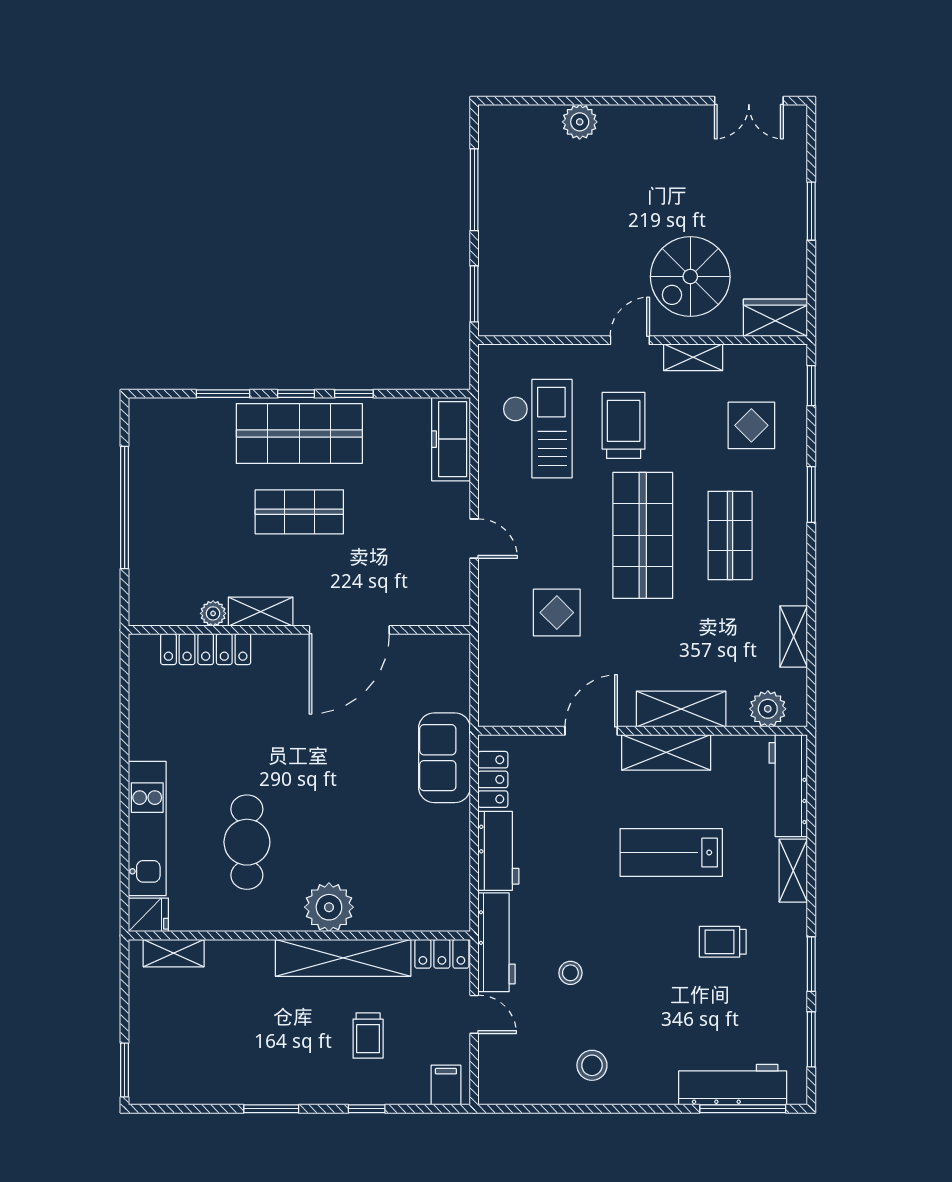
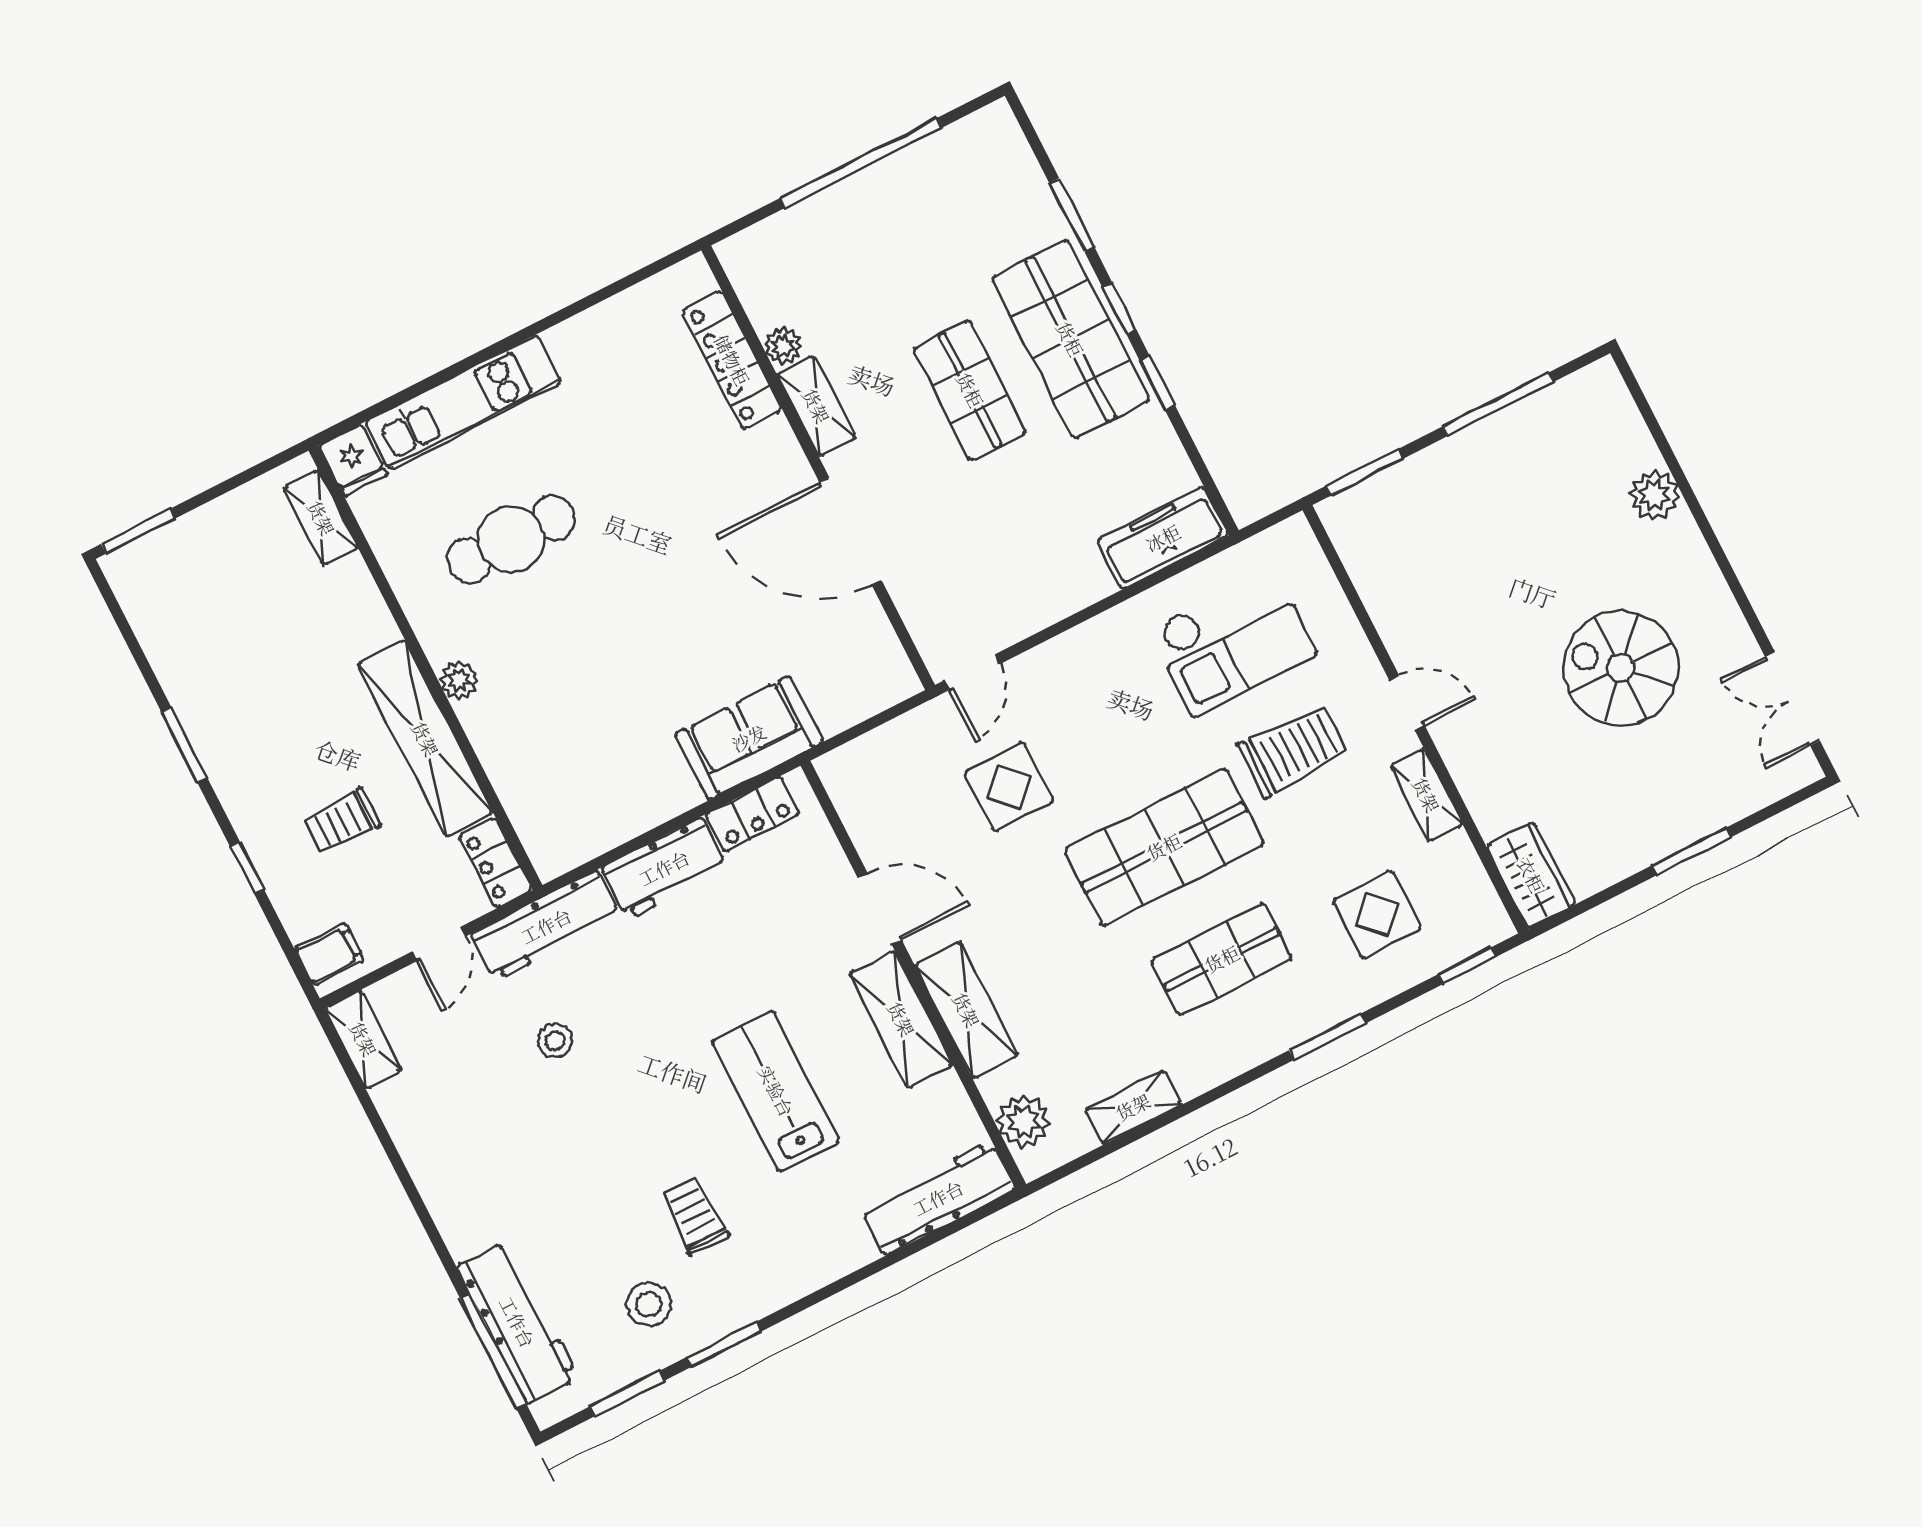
spiral stairs: (690, 277) -> (1621, 668), moved
door: (474, 539) -> (972, 672), moved
shelving: (793, 871) -> (363, 1039), moved, turned 90
plant: (329, 907) -> (459, 680), width x0.53, depth x0.53
stool: (592, 1065) -> (649, 1304), moved

